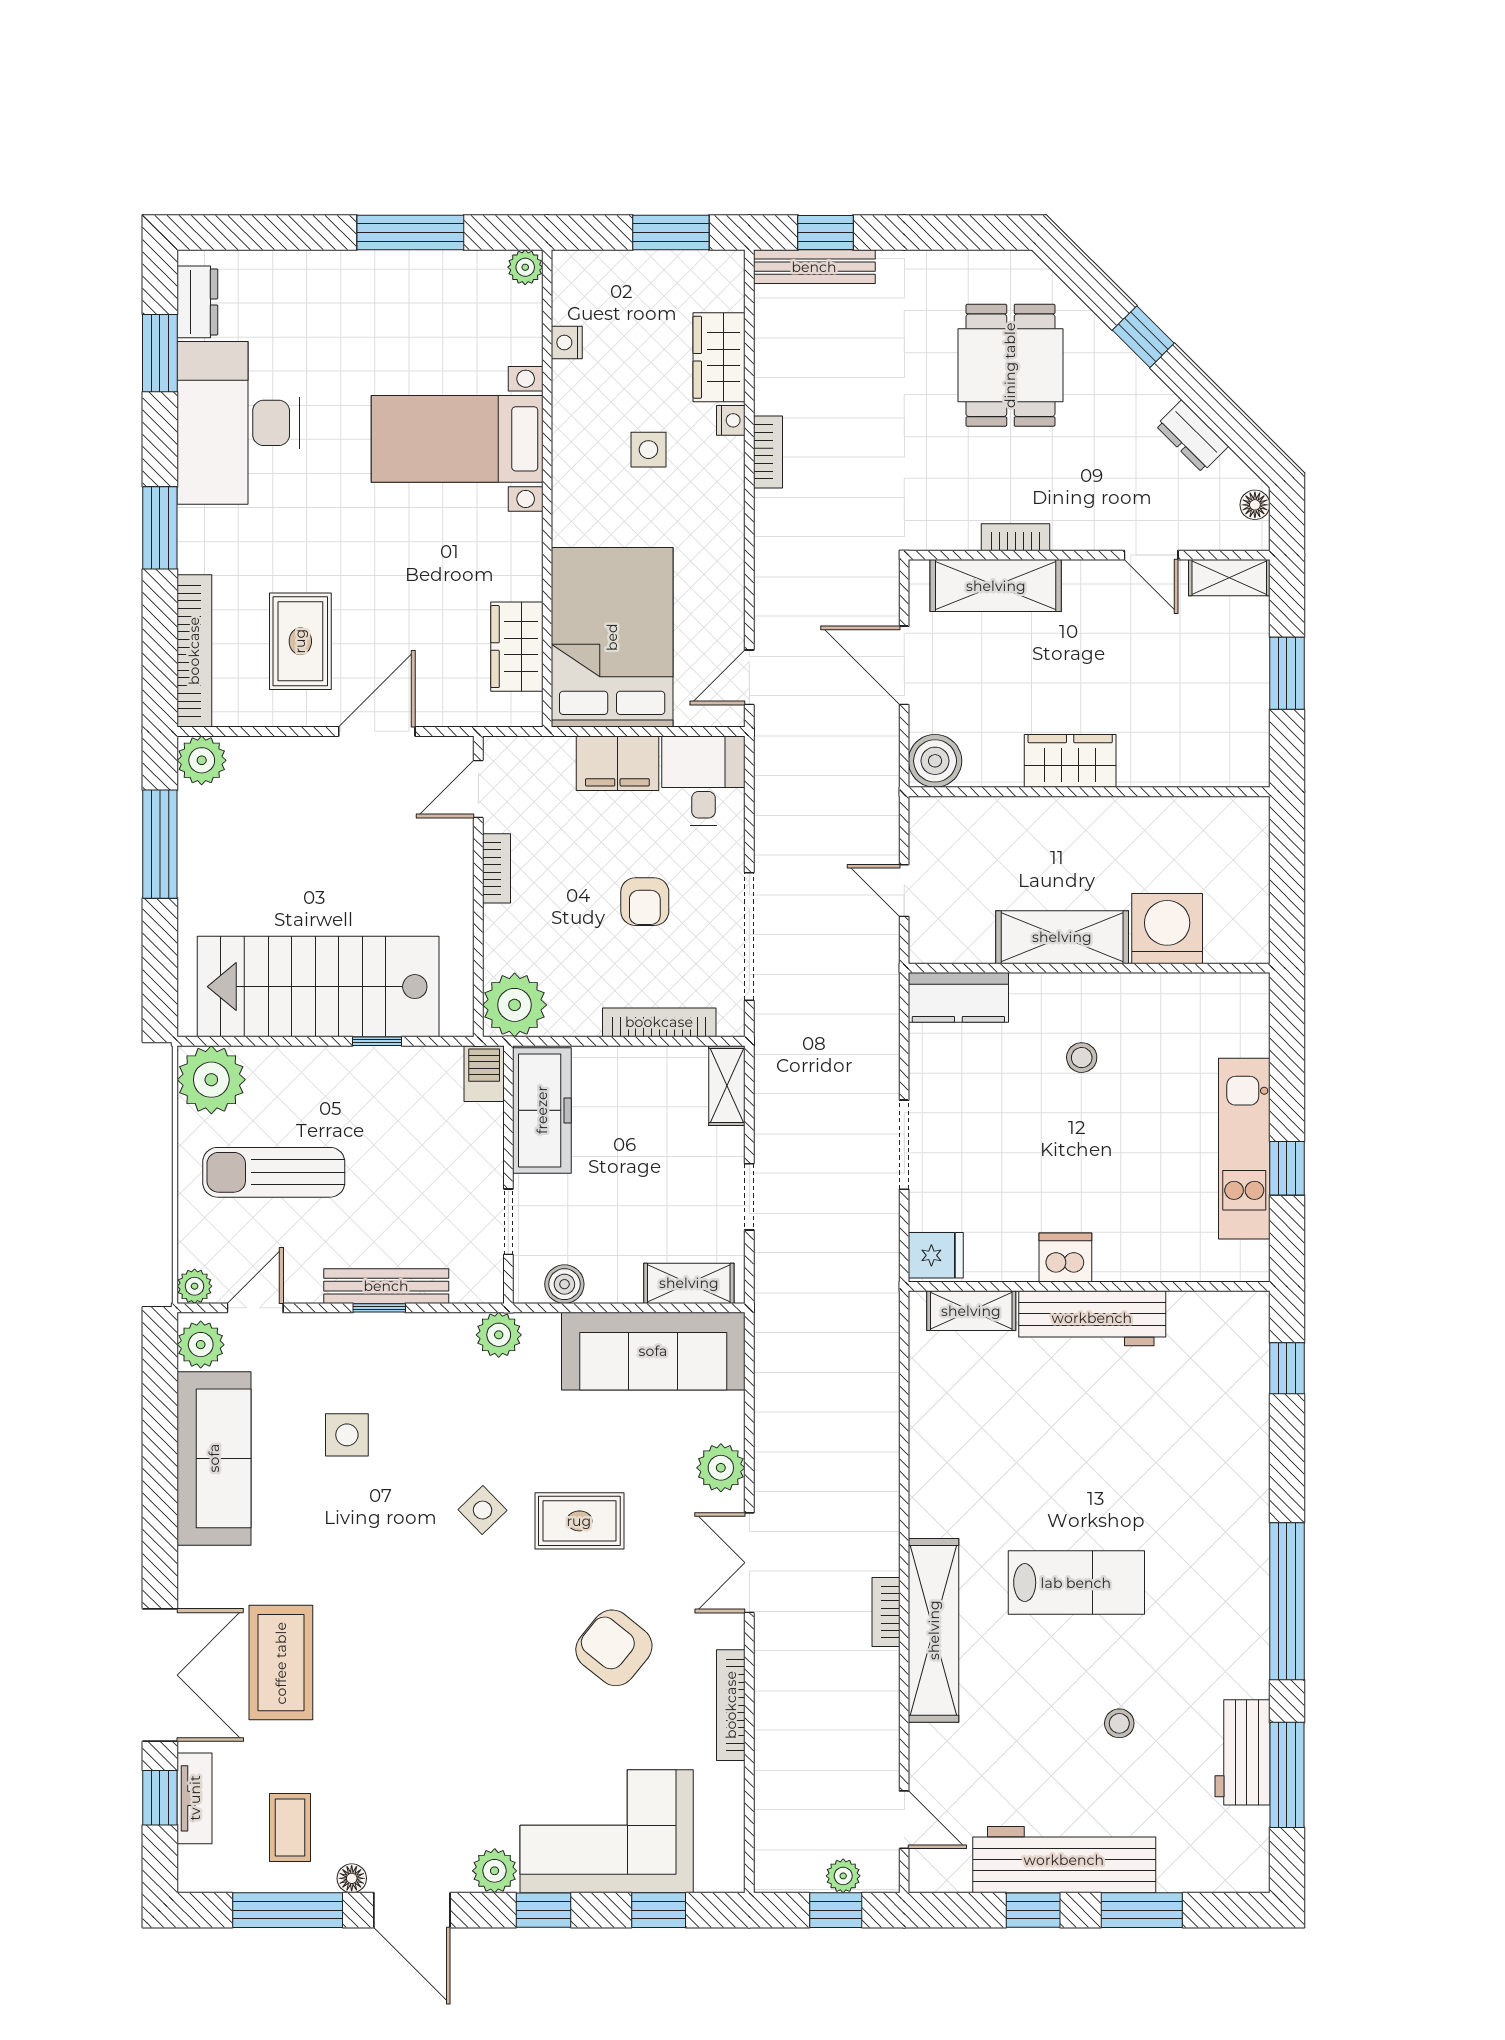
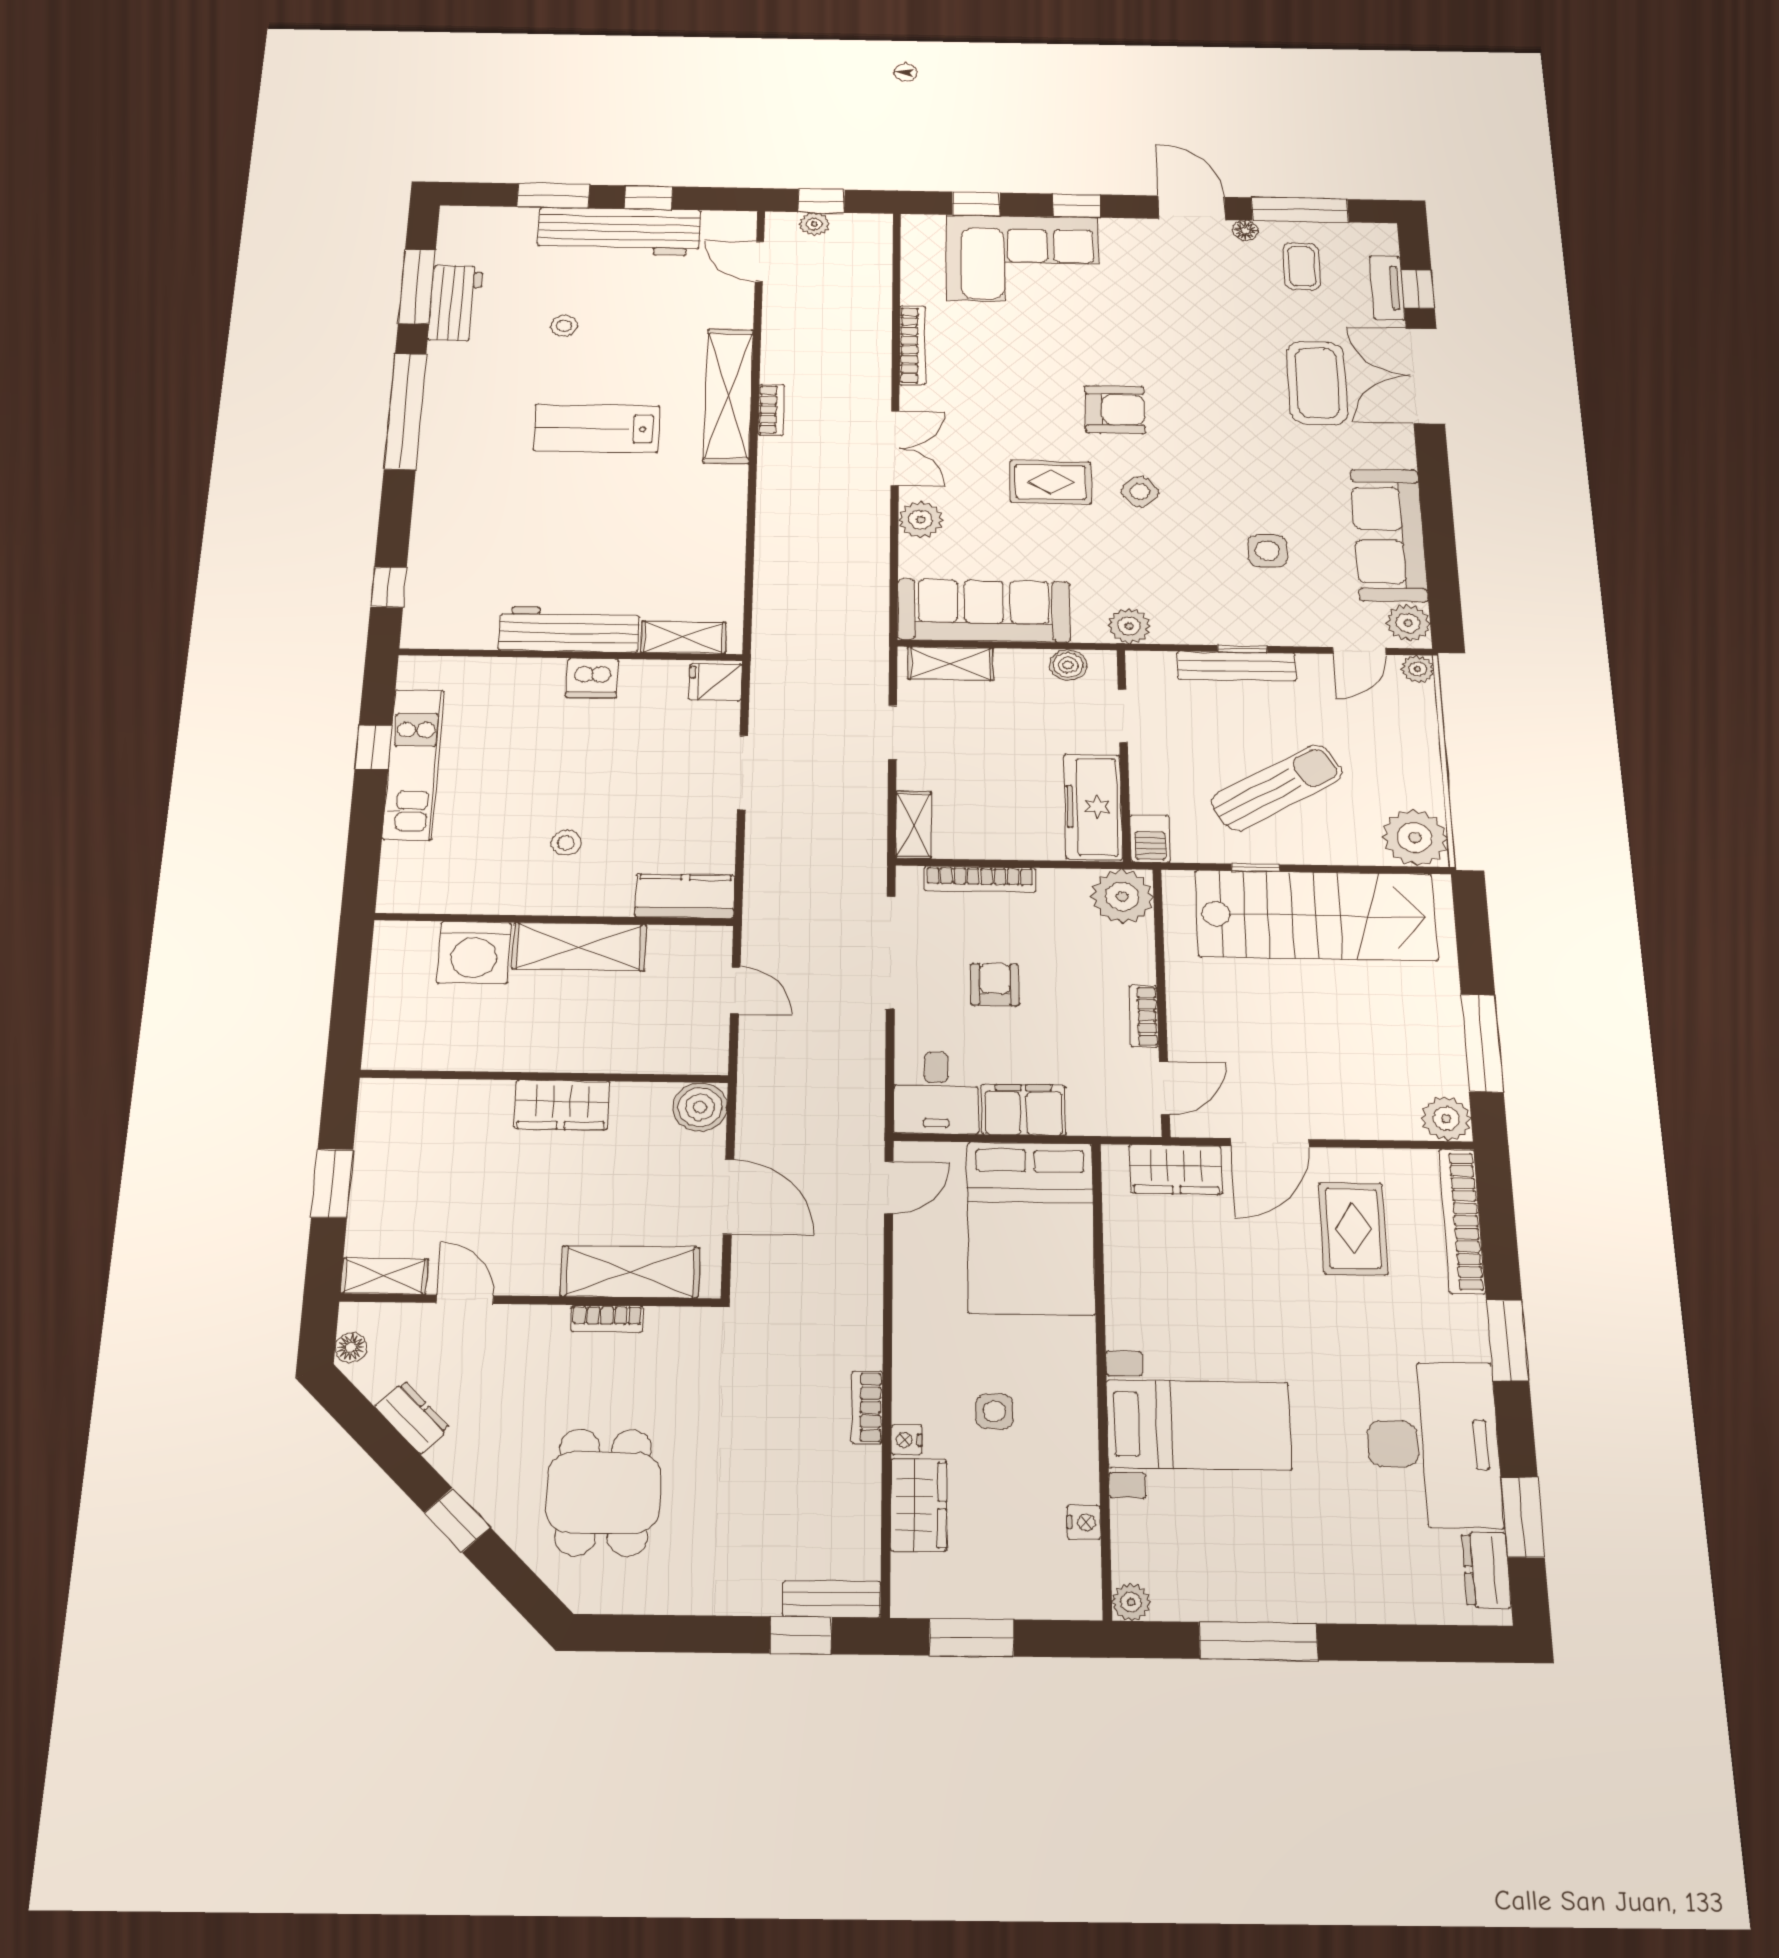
bench: (814, 267) -> (832, 1599), width x0.73
wardrobe: (517, 647) -> (1176, 1169), moved, turned 90
sun lounger: (274, 1172) -> (1277, 787), moved, turned -31
armchair: (614, 1648) -> (1115, 410), moved, turned -39
plant: (495, 1871) -> (1120, 233), removed

